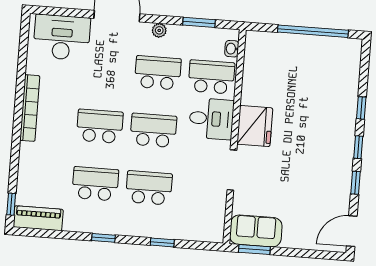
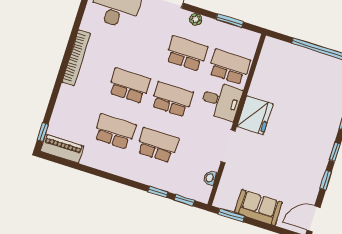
washbasin: (232, 49) -> (210, 178), moved
sofa: (256, 231) -> (258, 207), moved
window: (103, 238) -> (184, 200), moved

